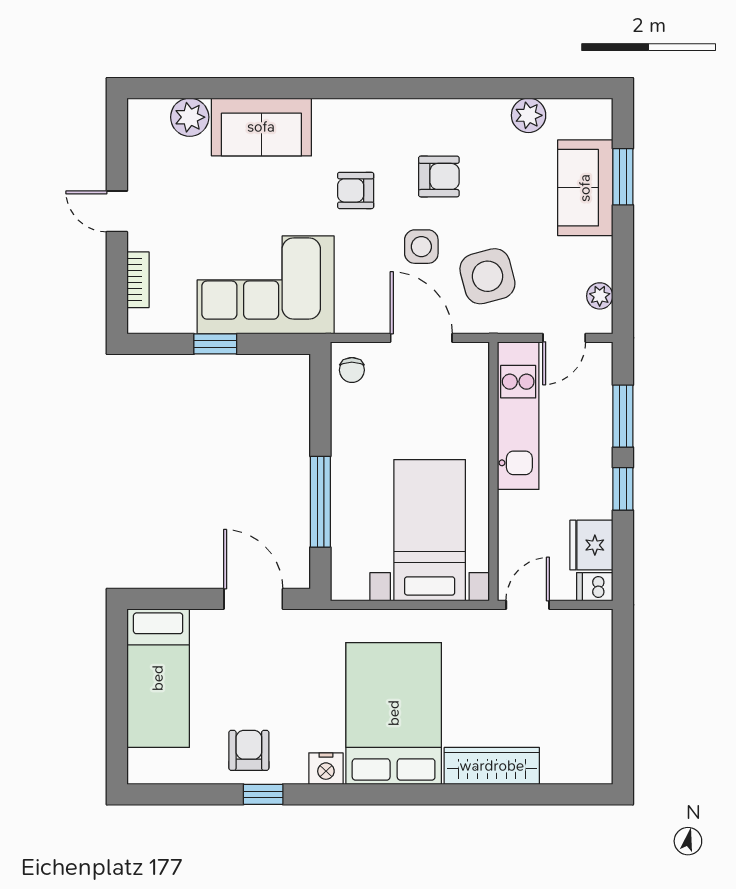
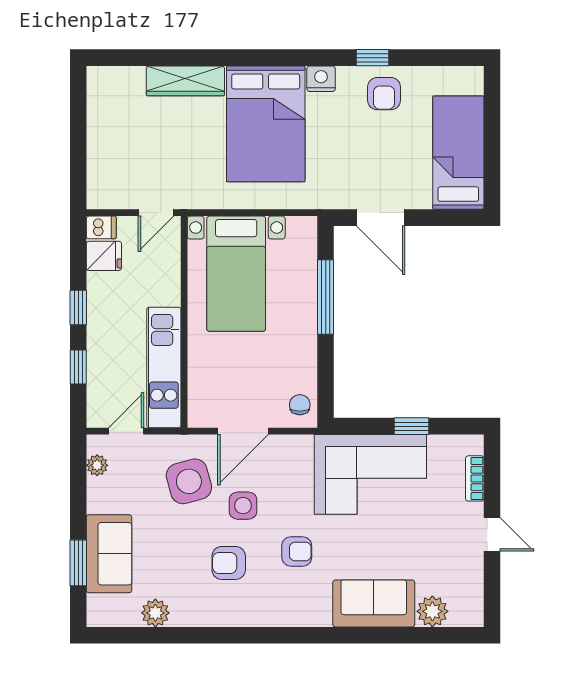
door: (421, 338) -> (243, 431), hinge flipped
window: (623, 416) -> (78, 367), width x0.67
fridge: (591, 545) -> (104, 256), width x0.72

